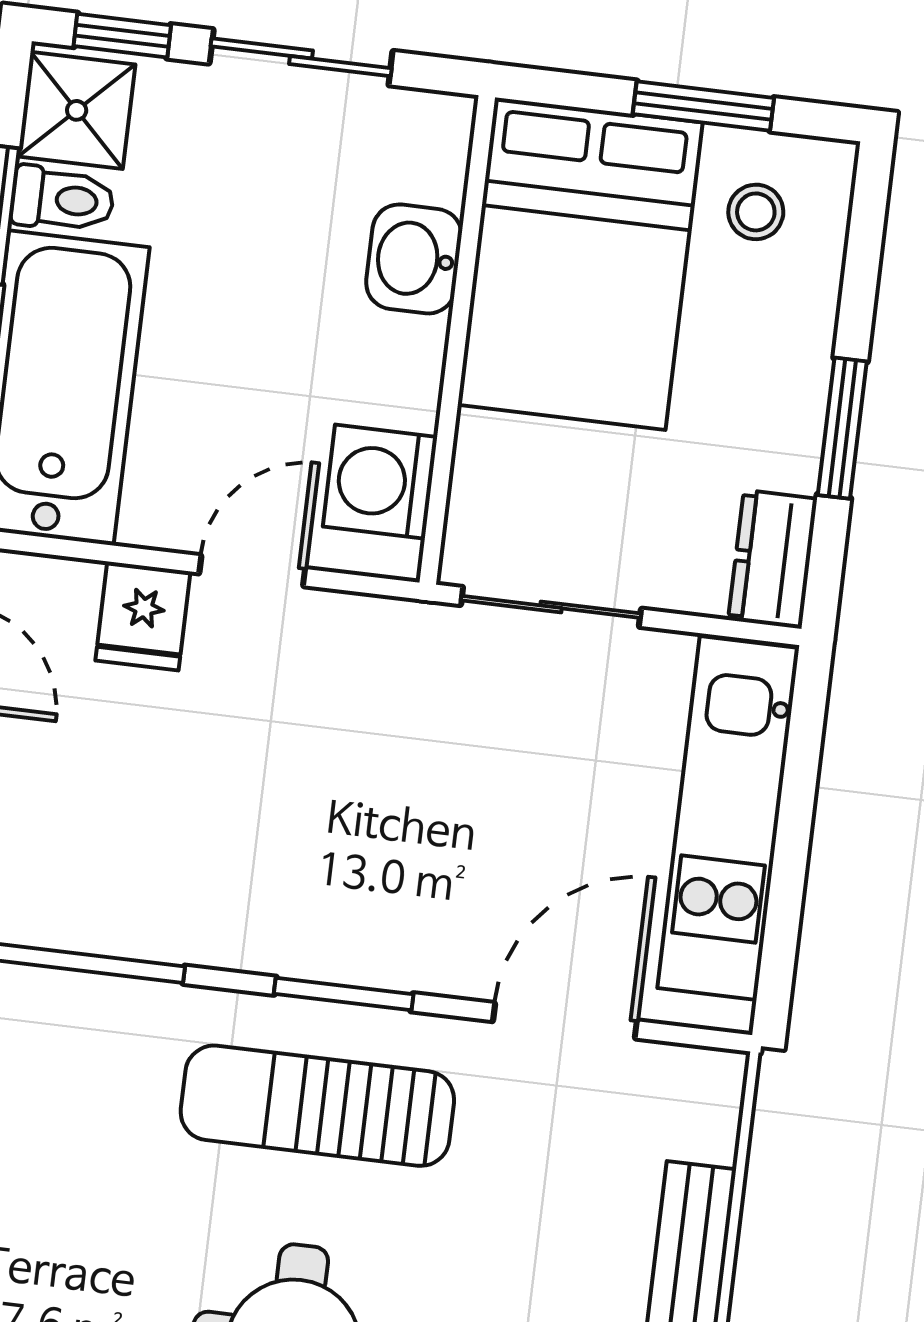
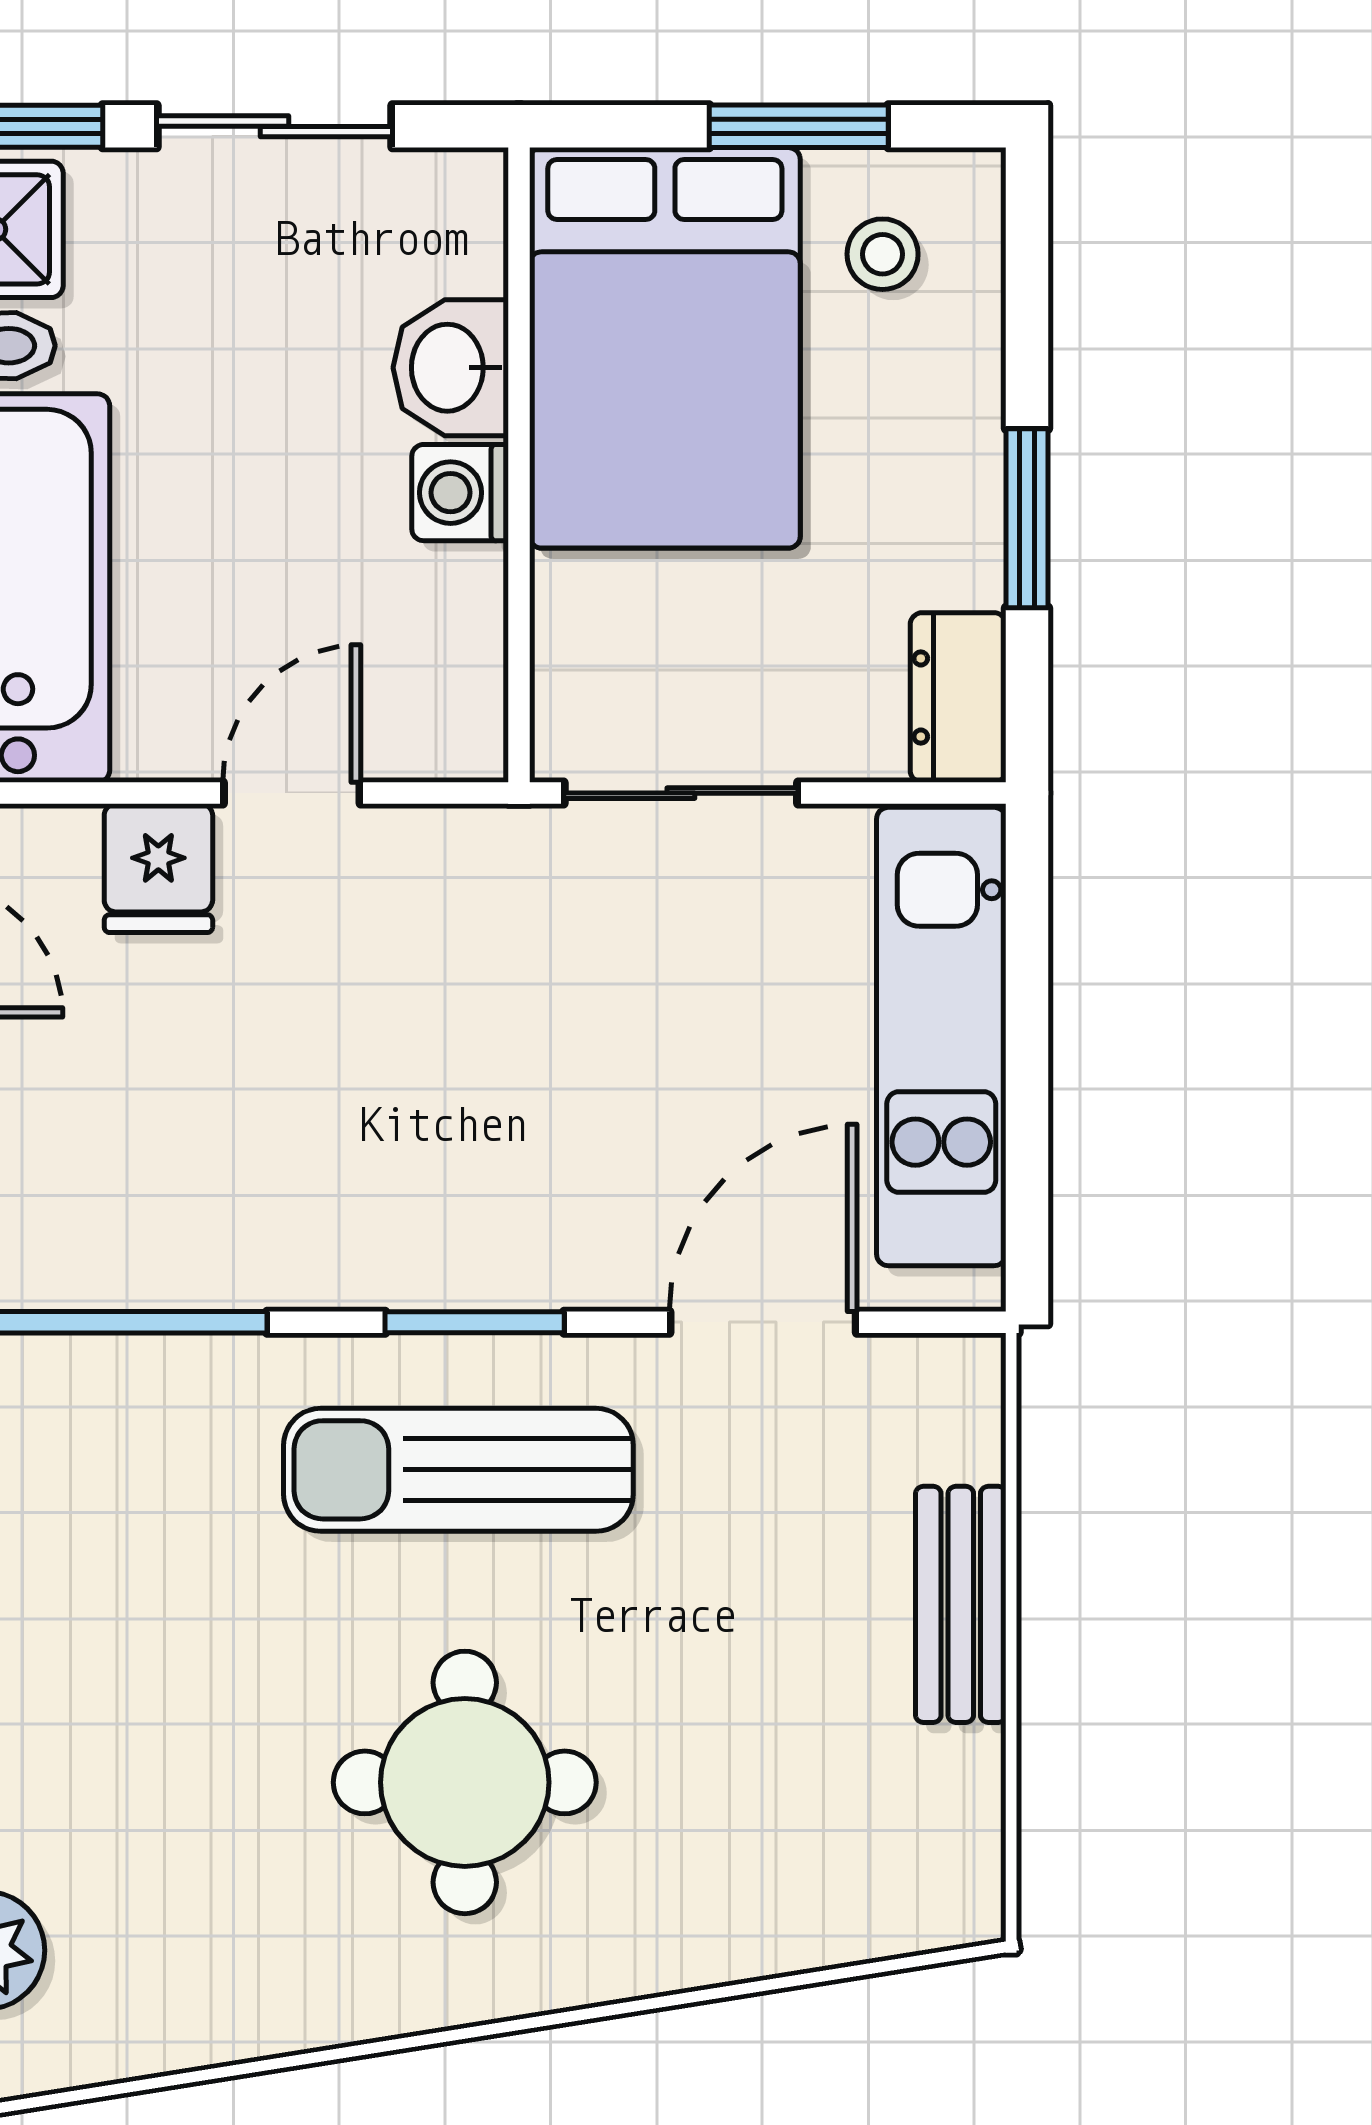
washing machine: (380, 482) -> (460, 493), moved, width x0.73, depth x0.73

